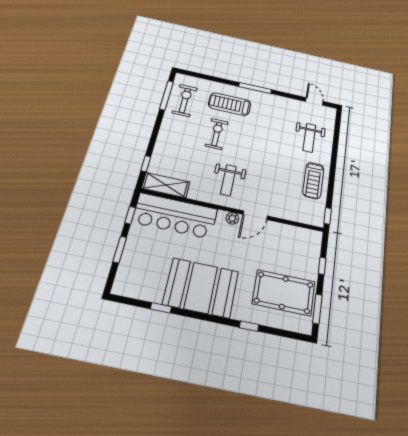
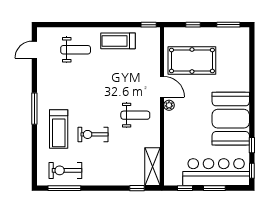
treadmill: (313, 180) -> (118, 41), turned 180
bar counter: (175, 216) -> (216, 172), moved, turned -90
pool table: (284, 293) -> (192, 61), moved, turned 90
window: (249, 326) -> (252, 171), moved

